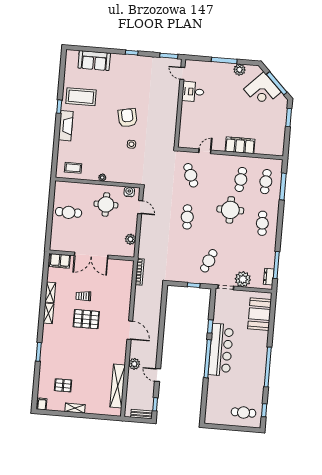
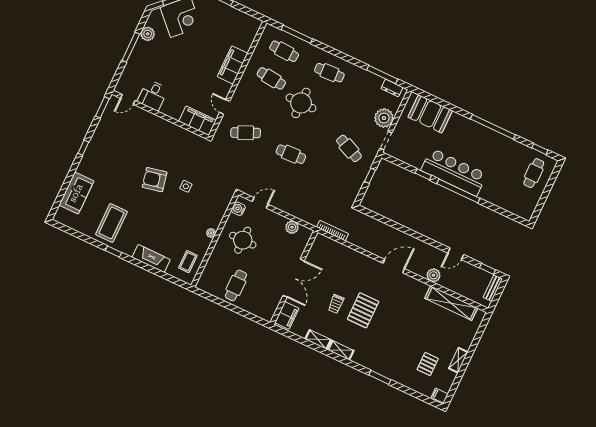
fireplace: (66, 126) -> (151, 258), moved
filing cabinet: (186, 134) -> (197, 121), added

